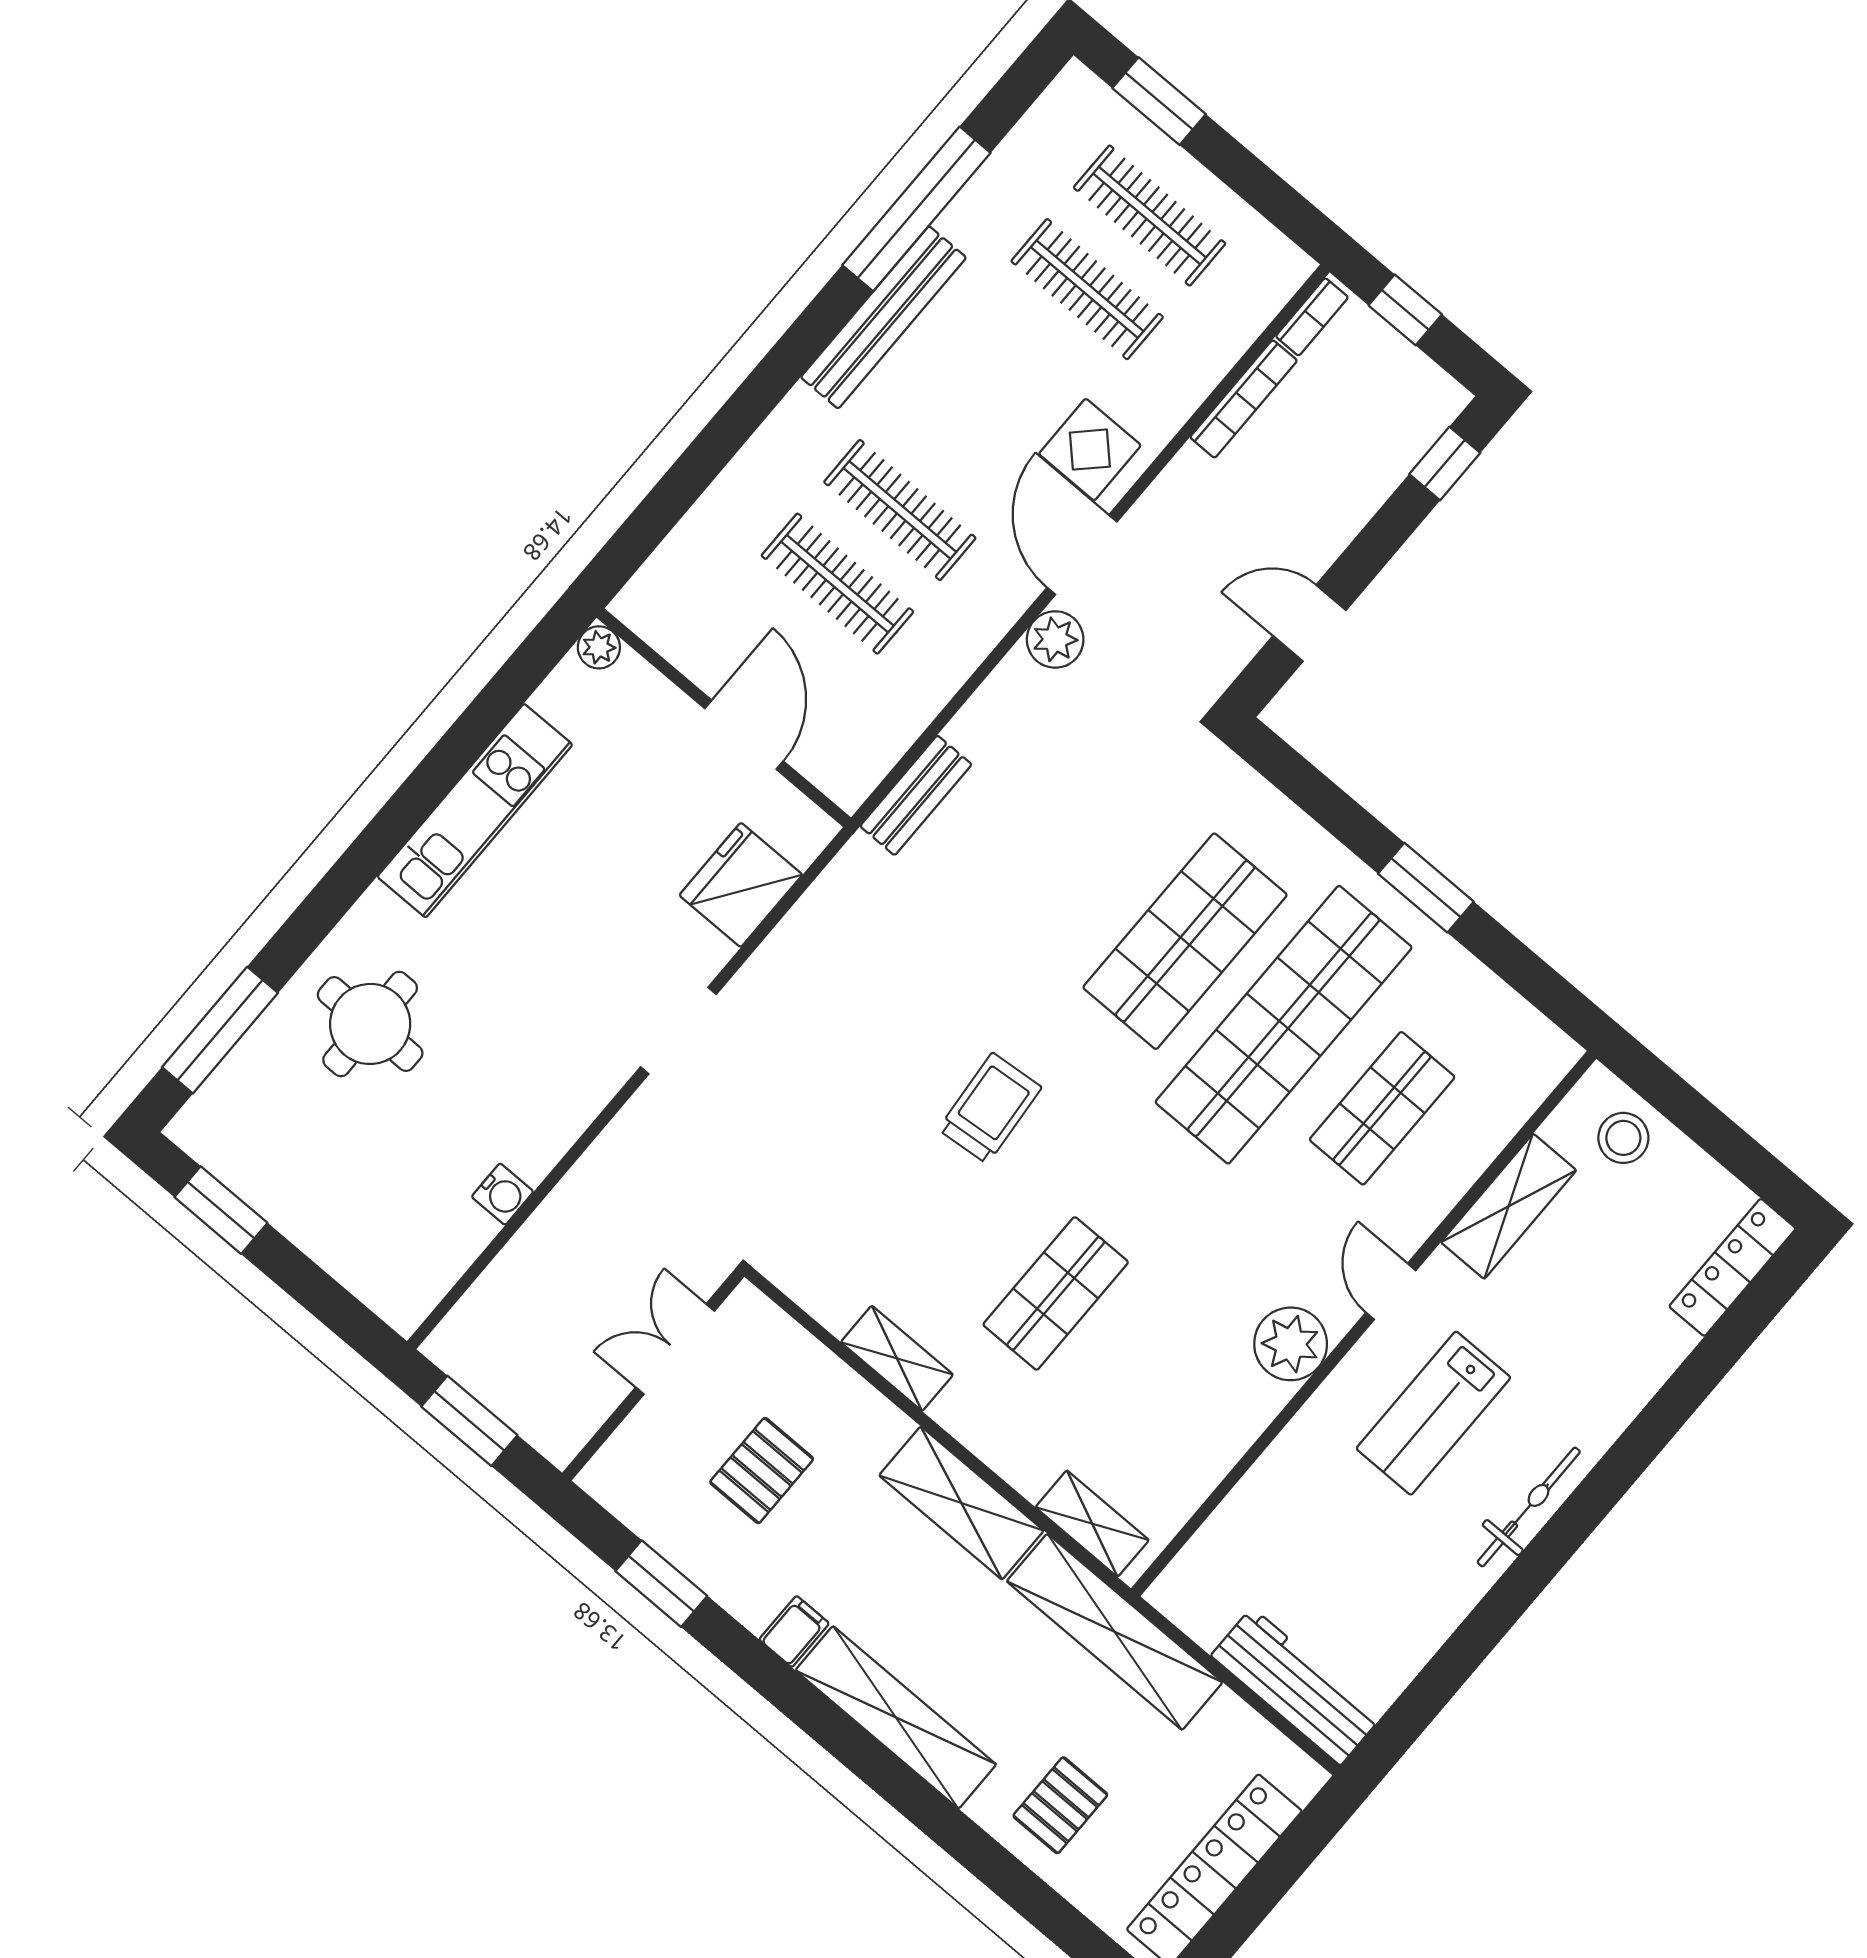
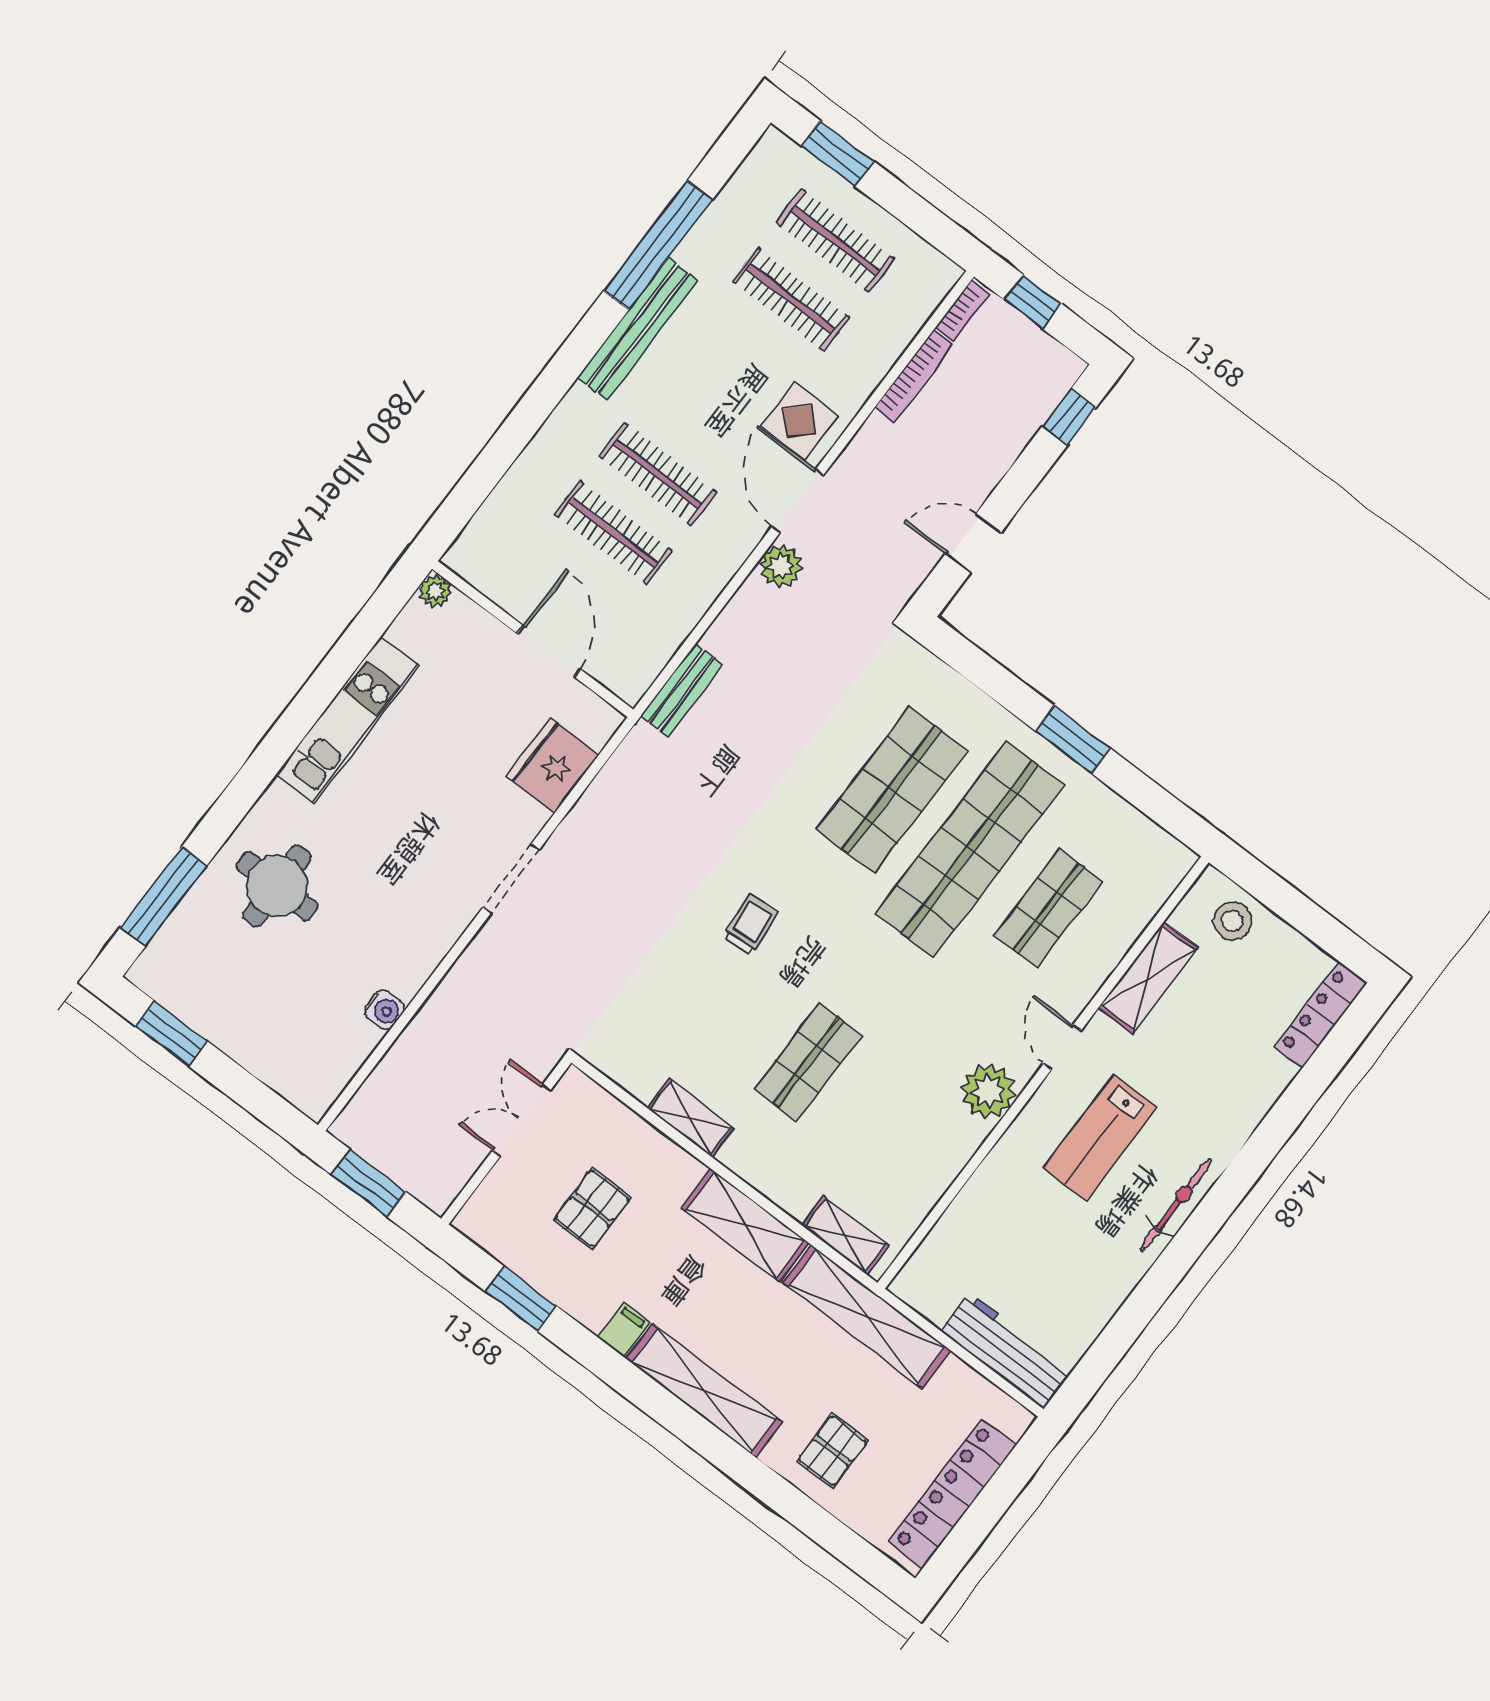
trolley: (990, 1108) -> (751, 925), width x0.73, depth x0.72

